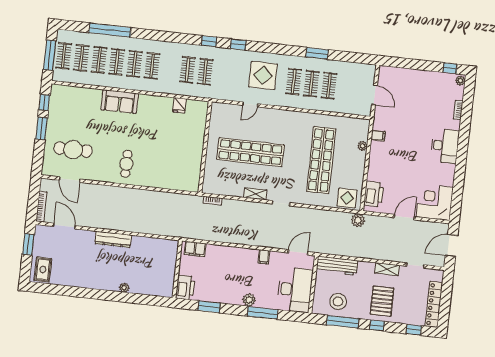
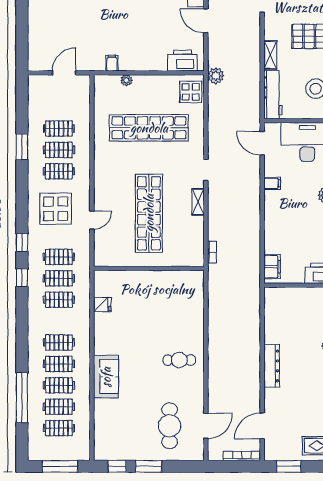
clothes rail: (64, 56) -> (59, 257), moved
door: (250, 104) -> (92, 220), hinge flipped
shelving: (387, 269) -> (270, 55), moved

